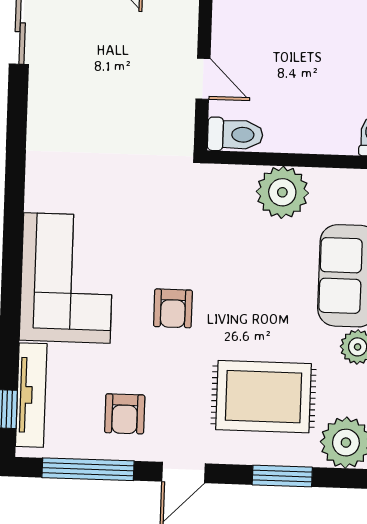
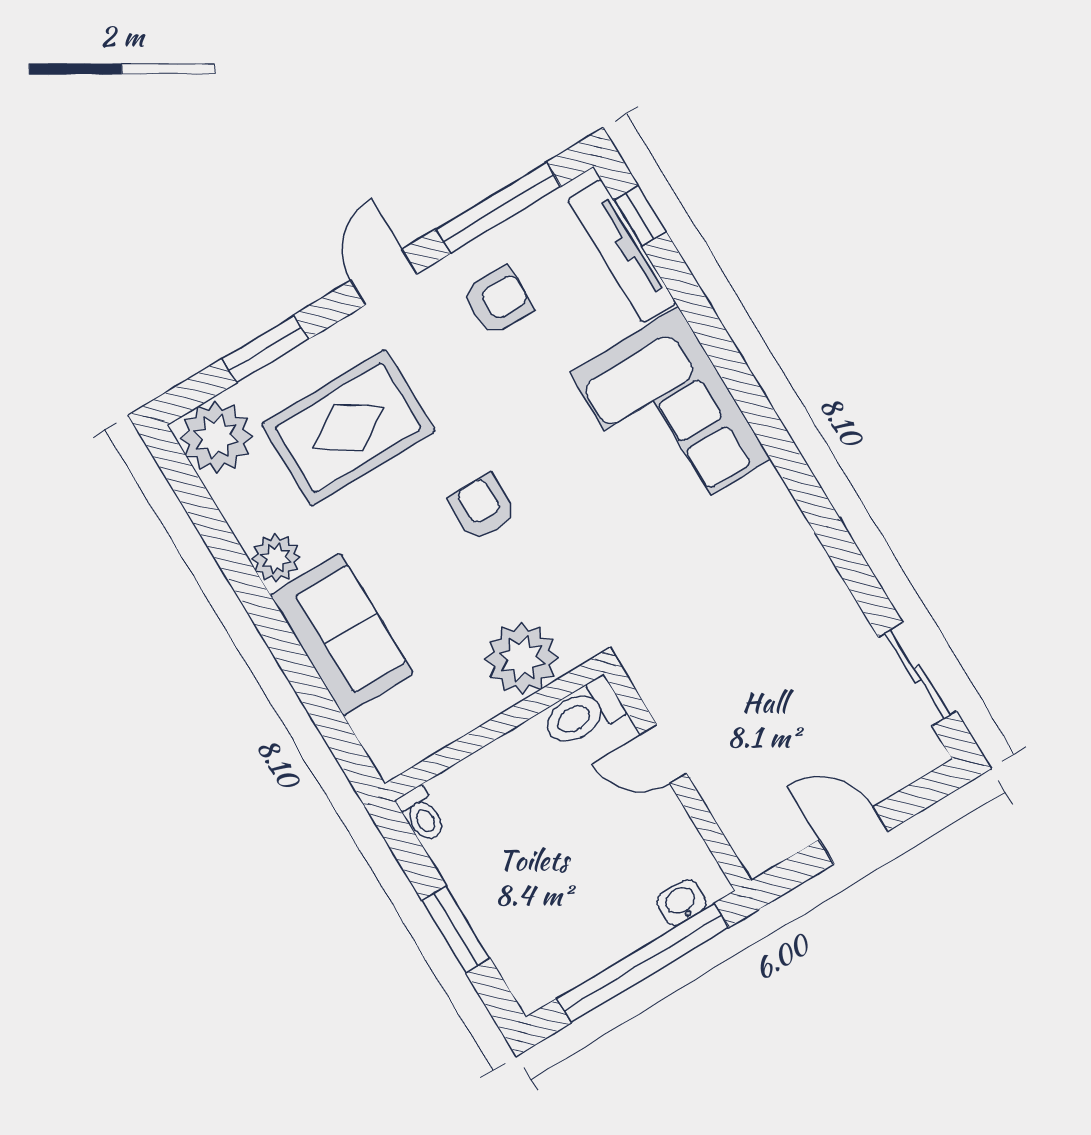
plant: (282, 192) -> (522, 658), moved
armchair: (173, 308) -> (482, 507), moved
armchair: (125, 414) -> (498, 301), turned 90

